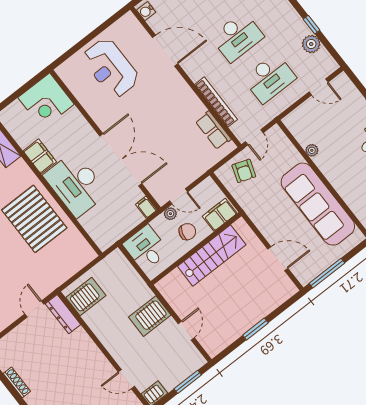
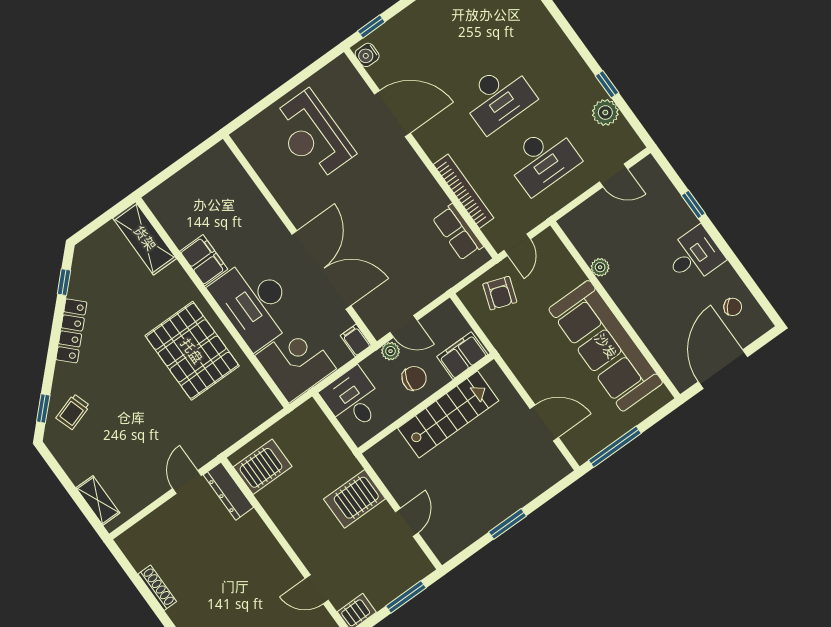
corner desk: (46, 101) -> (296, 362), moved, turned 180

